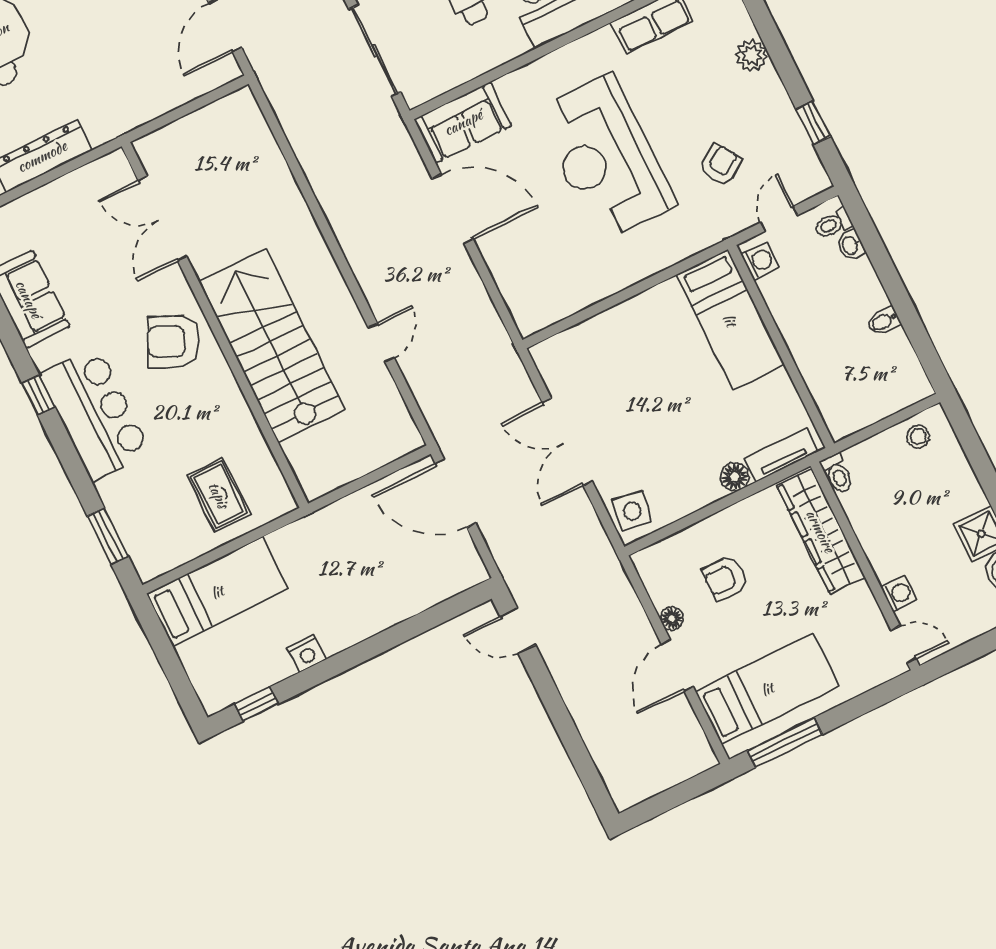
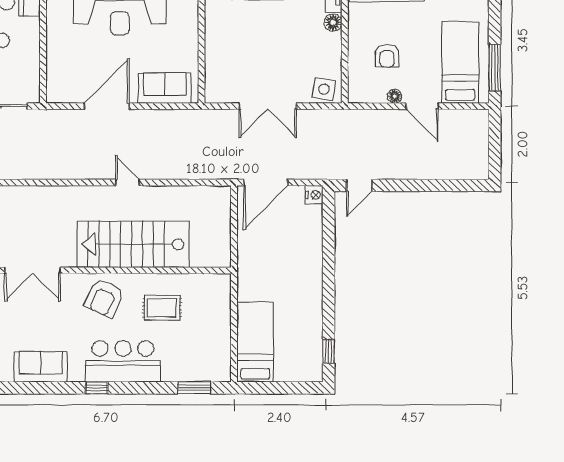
sofa: (463, 122) -> (165, 88), moved, turned -90
door: (381, 343) -> (128, 183), moved
rug: (219, 495) -> (162, 308), moved
nightstand: (307, 654) -> (314, 195), moved

